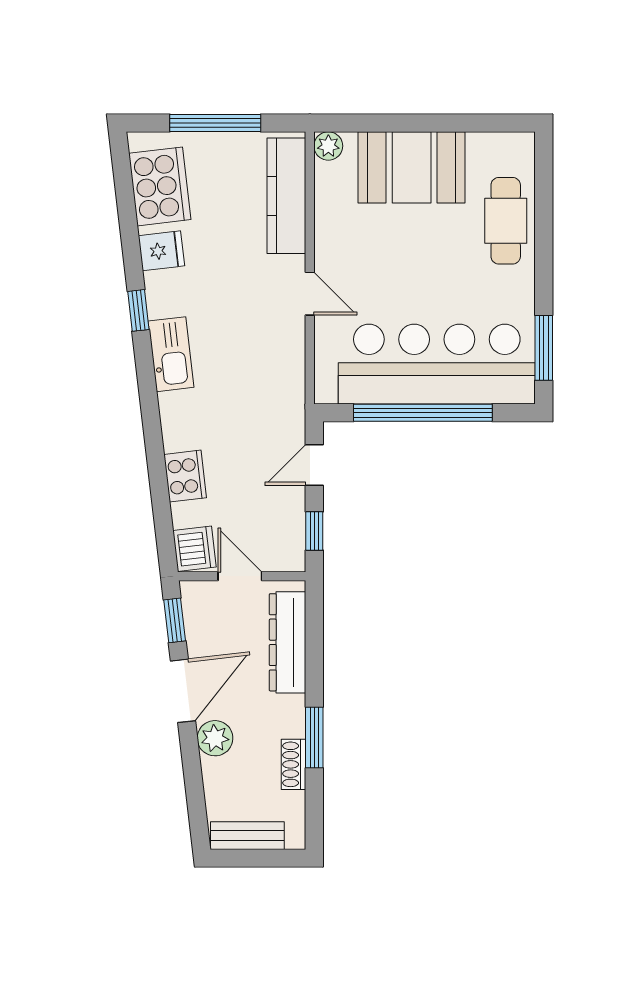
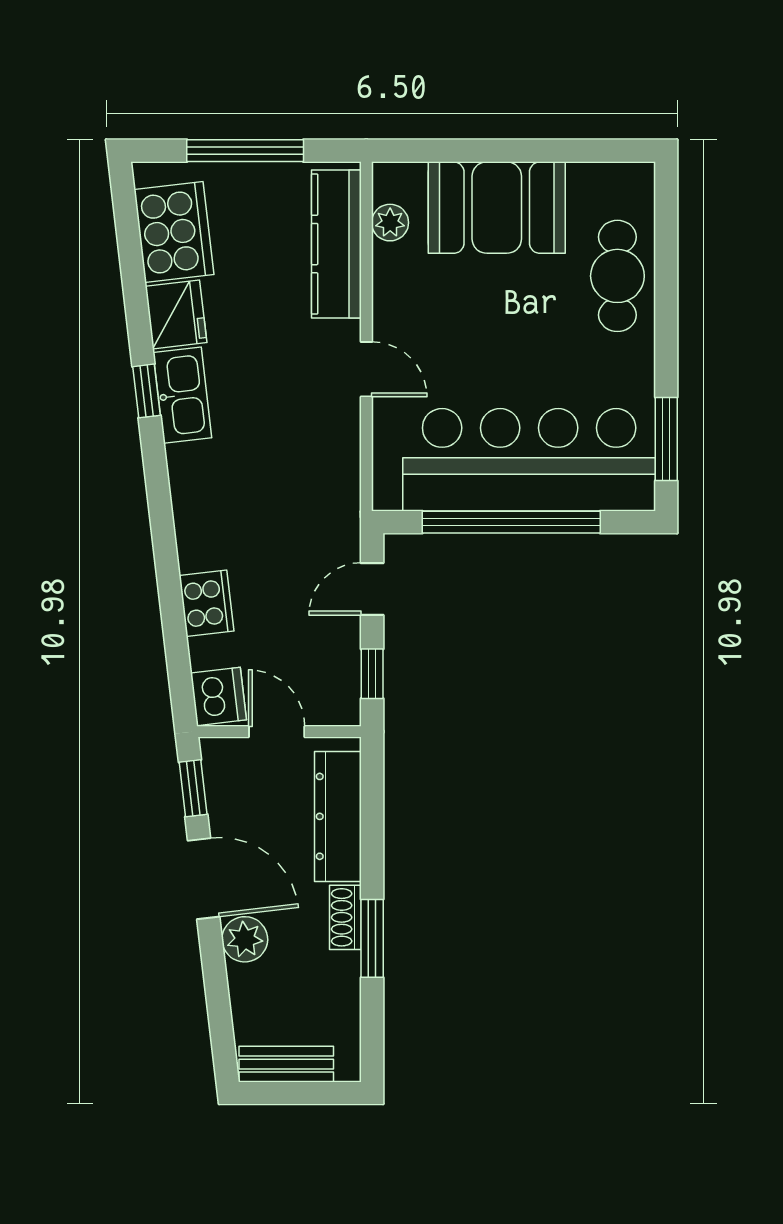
plant: (328, 146) -> (390, 223), moved
fridge: (161, 251) -> (176, 314), width x1.38
kitchen sink: (171, 354) -> (182, 395), moved
door: (183, 691) -> (204, 879), hinge flipped
shoe rack: (293, 764) -> (345, 917), moved

